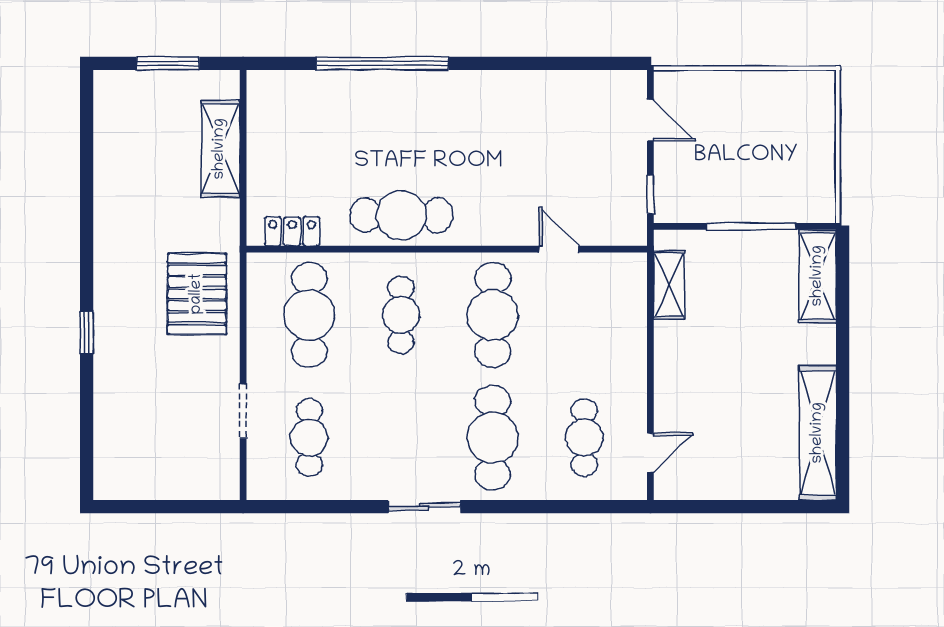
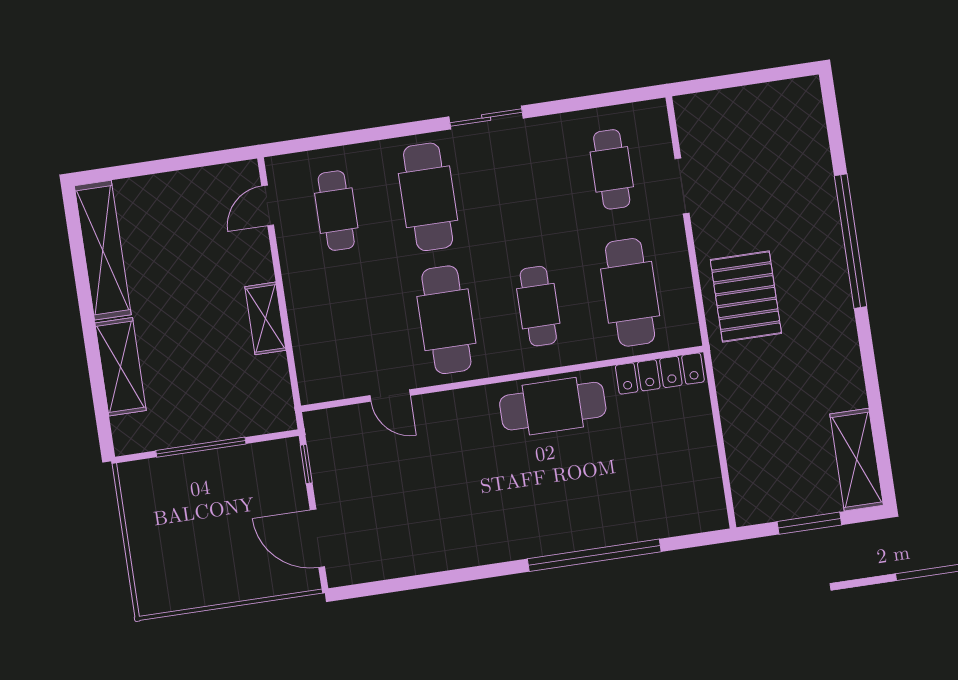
door: (650, 120) -> (317, 538), width x1.38
shelving: (220, 149) -> (857, 460), moved
locker: (292, 231) -> (660, 374), width x1.53
shelving: (818, 276) -> (121, 367), moved
shelving: (669, 285) -> (265, 318), moved
window: (87, 333) -> (850, 241), width x3.17

